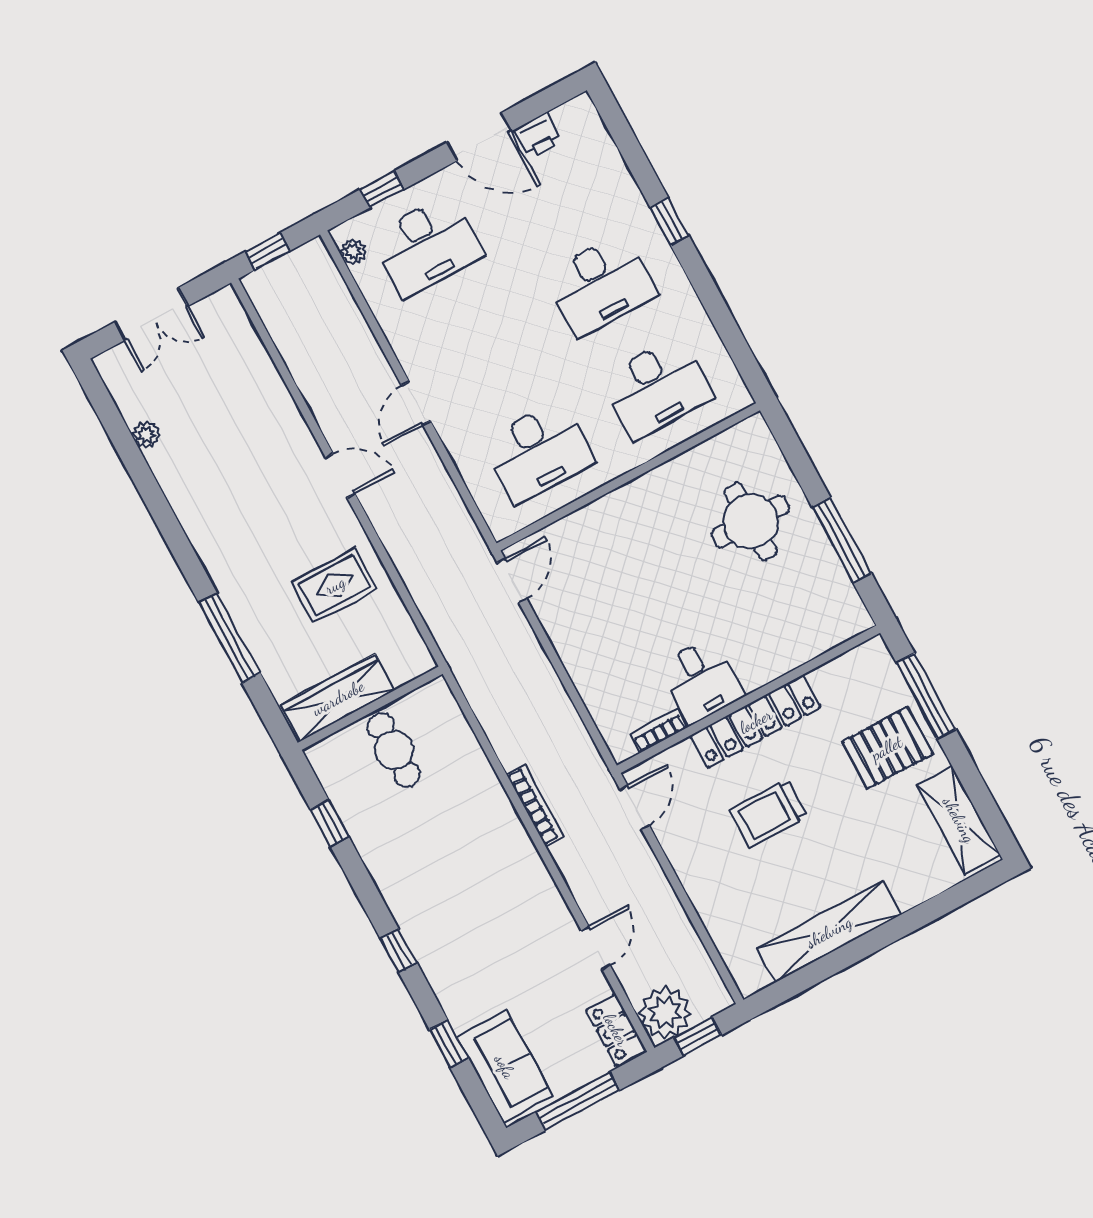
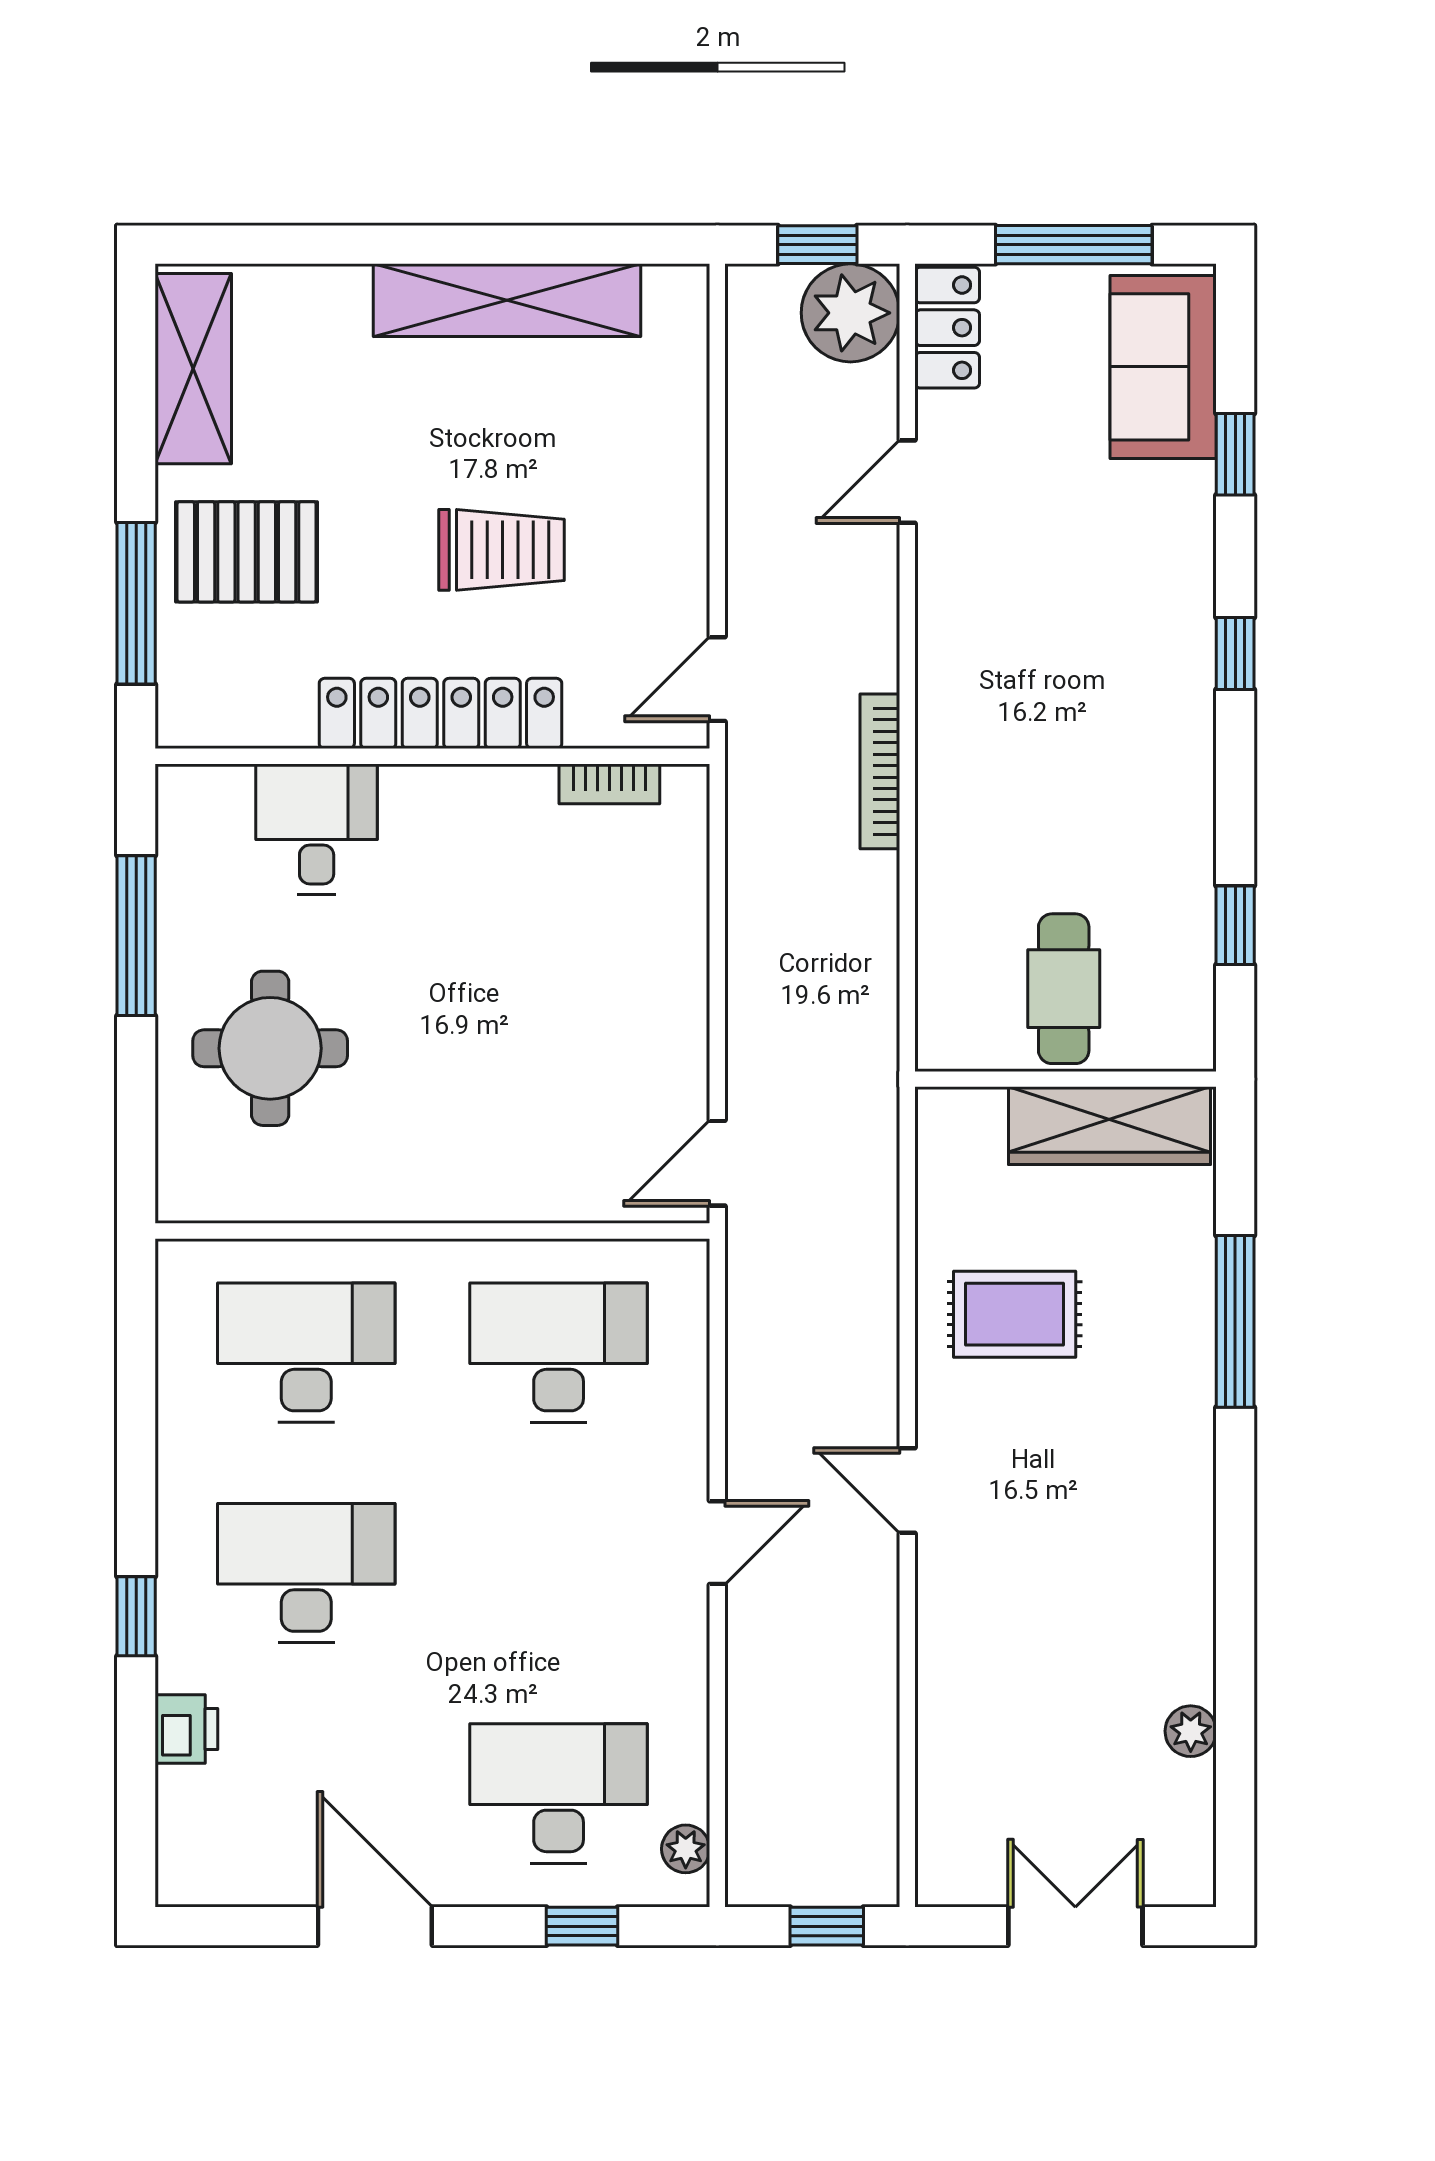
printer: (538, 135) -> (186, 1729), moved, turned 90
desk: (701, 680) -> (317, 829), moved

